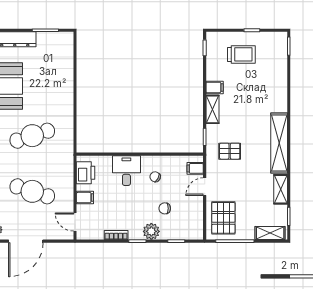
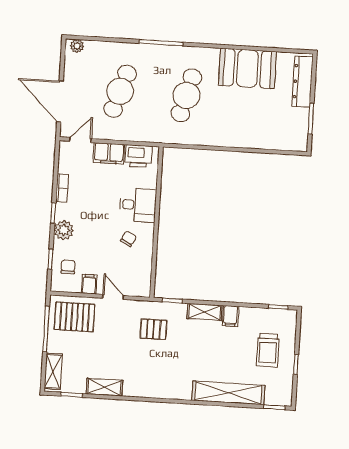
cafe table: (32, 136) -> (186, 95), turned 33
shelving: (279, 143) -> (228, 393), moved
pallet: (230, 151) -> (154, 329), turned 90
filing cabinet: (195, 168) -> (89, 284), moved
filing cabinet: (85, 198) -> (109, 153), width x2.00
chair: (165, 208) -> (68, 267), moved
door: (26, 241) -> (60, 101), moved

